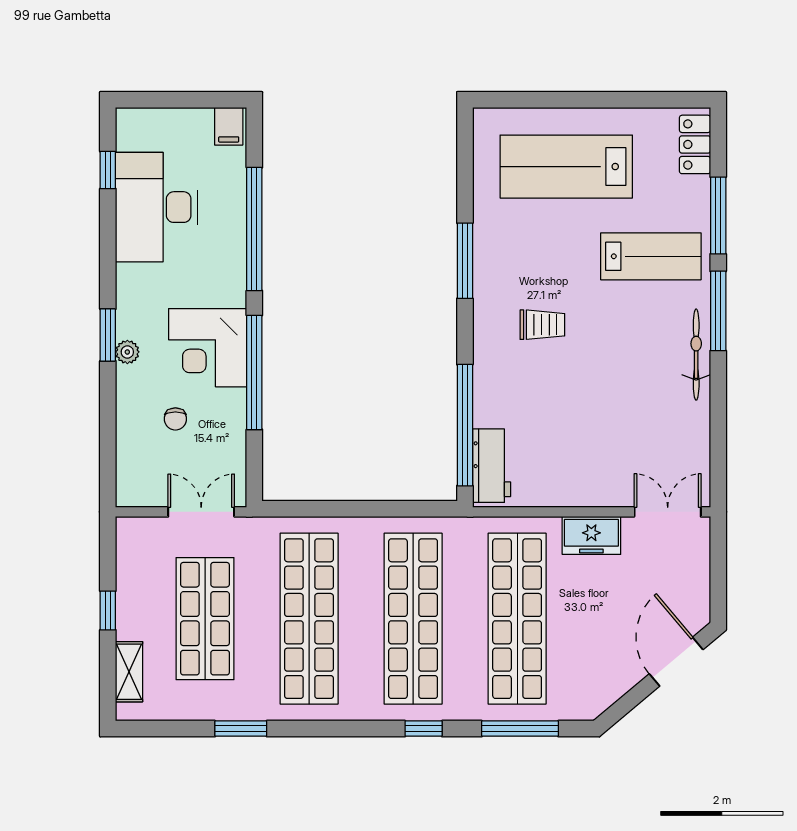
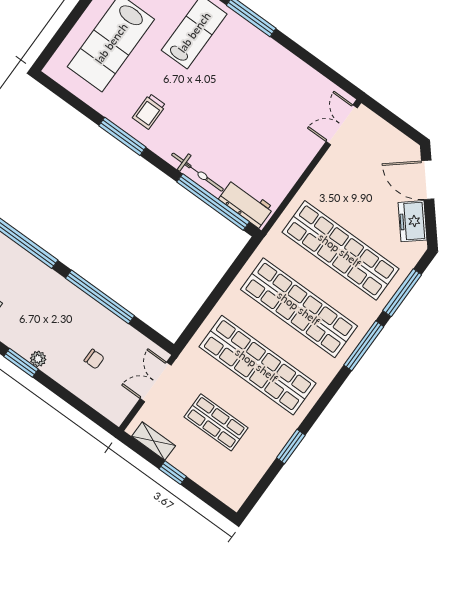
trolley: (542, 325) -> (149, 111), moved, turned 180
corner desk: (208, 348) -> (68, 313), removed
bicycle: (696, 355) -> (197, 172), moved, turned 180
freezer: (591, 535) -> (412, 221), moved, turned 140
shop shelf: (205, 619) -> (216, 422), width x0.70, depth x0.74
shelving: (129, 672) -> (154, 441), moved
window: (424, 729) -> (364, 346), width x2.17

